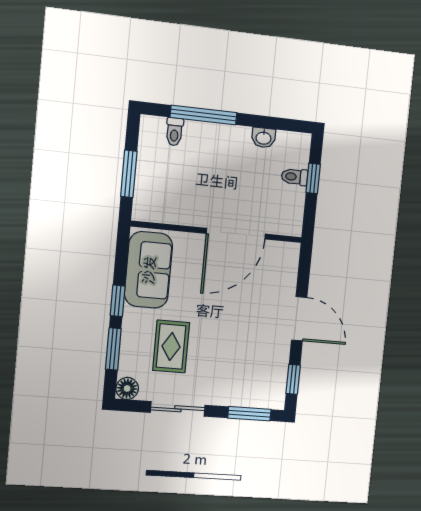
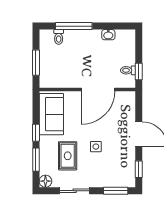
toilet: (295, 177) -> (128, 70), moved
window: (313, 178) -> (139, 71), moved
side table: (222, 334) -> (96, 147), added

